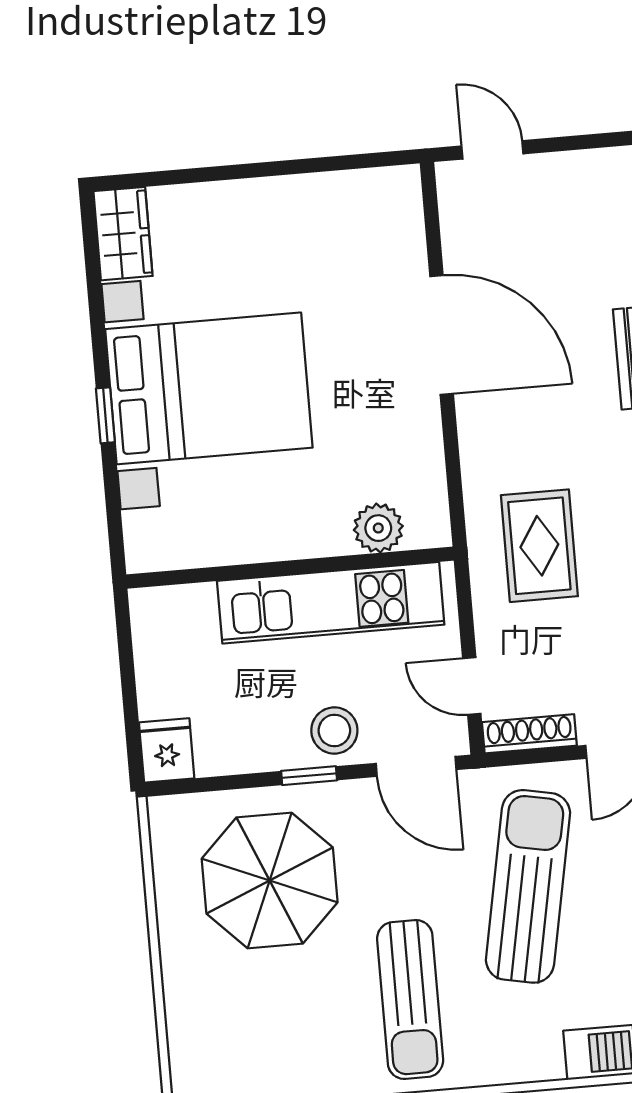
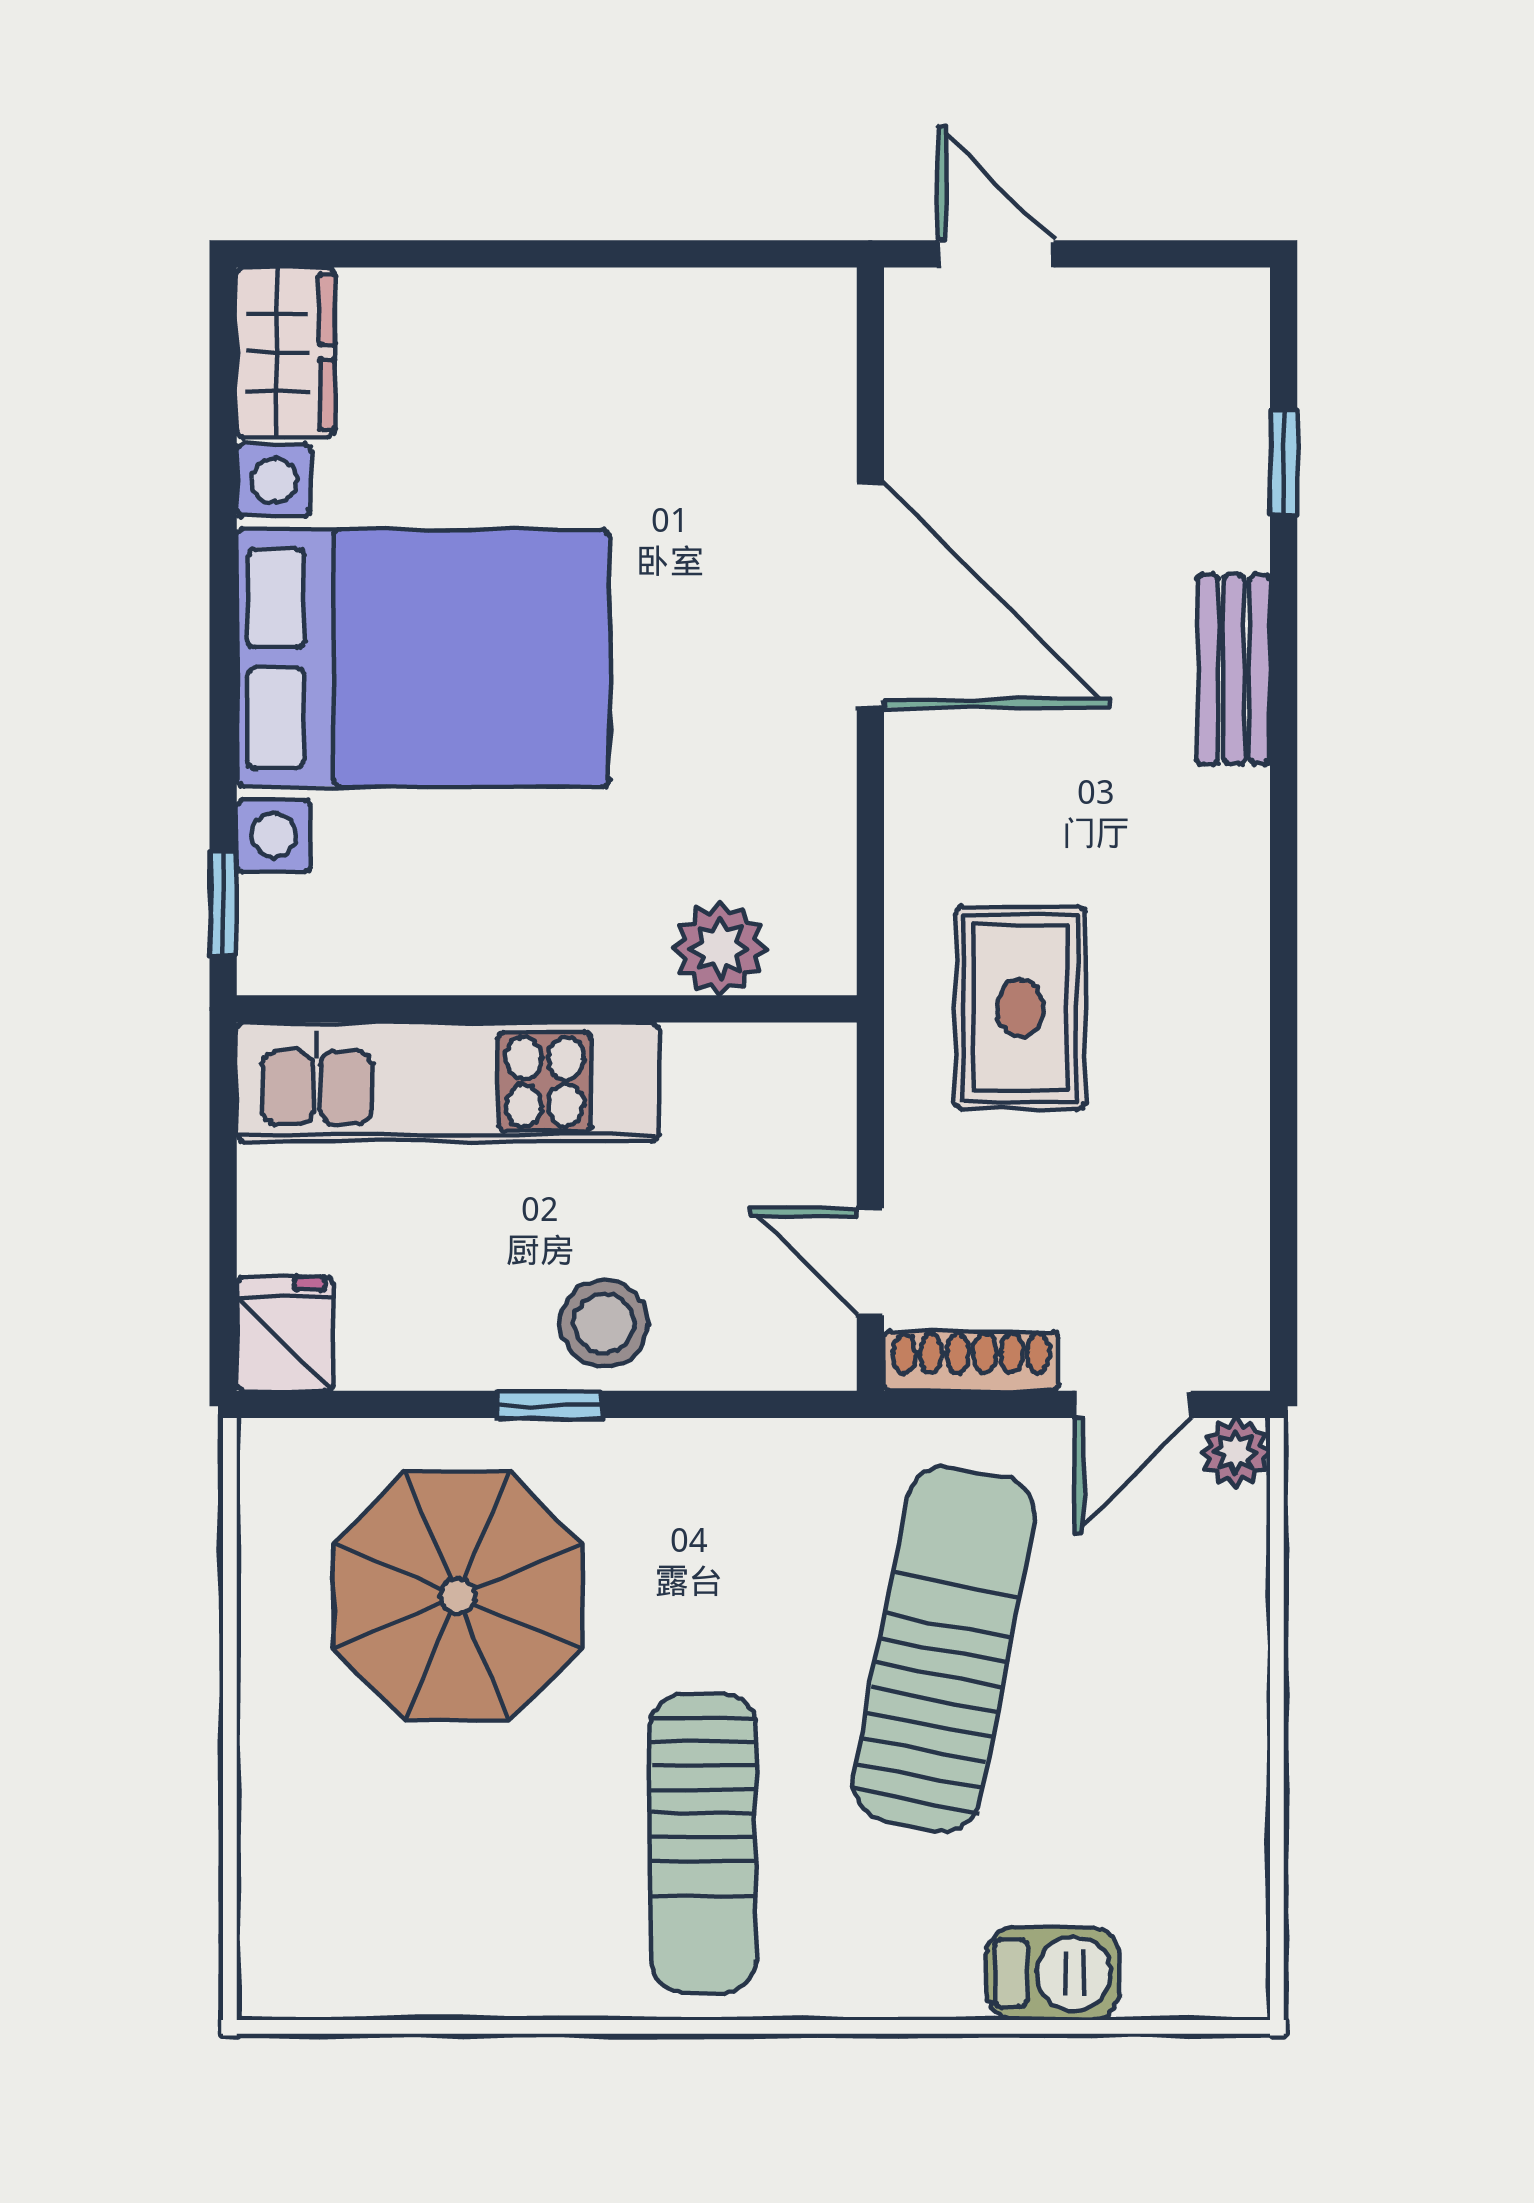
window: (105, 415) -> (223, 904), moved
kitchen unit: (331, 603) -> (448, 1082), moved
door: (416, 766) -> (752, 1404), removed

